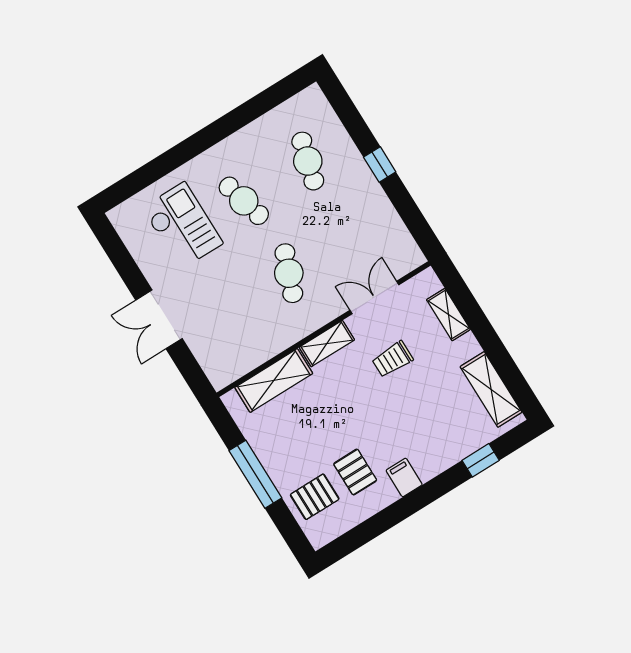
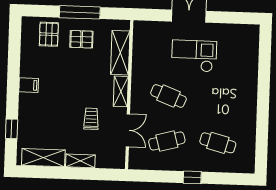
cafe table: (244, 201) -> (167, 141), moved
checkout: (182, 226) -> (194, 56), moved, turned 180
shelving: (448, 315) -> (80, 161), moved
pallet: (355, 472) -> (81, 39), moved

